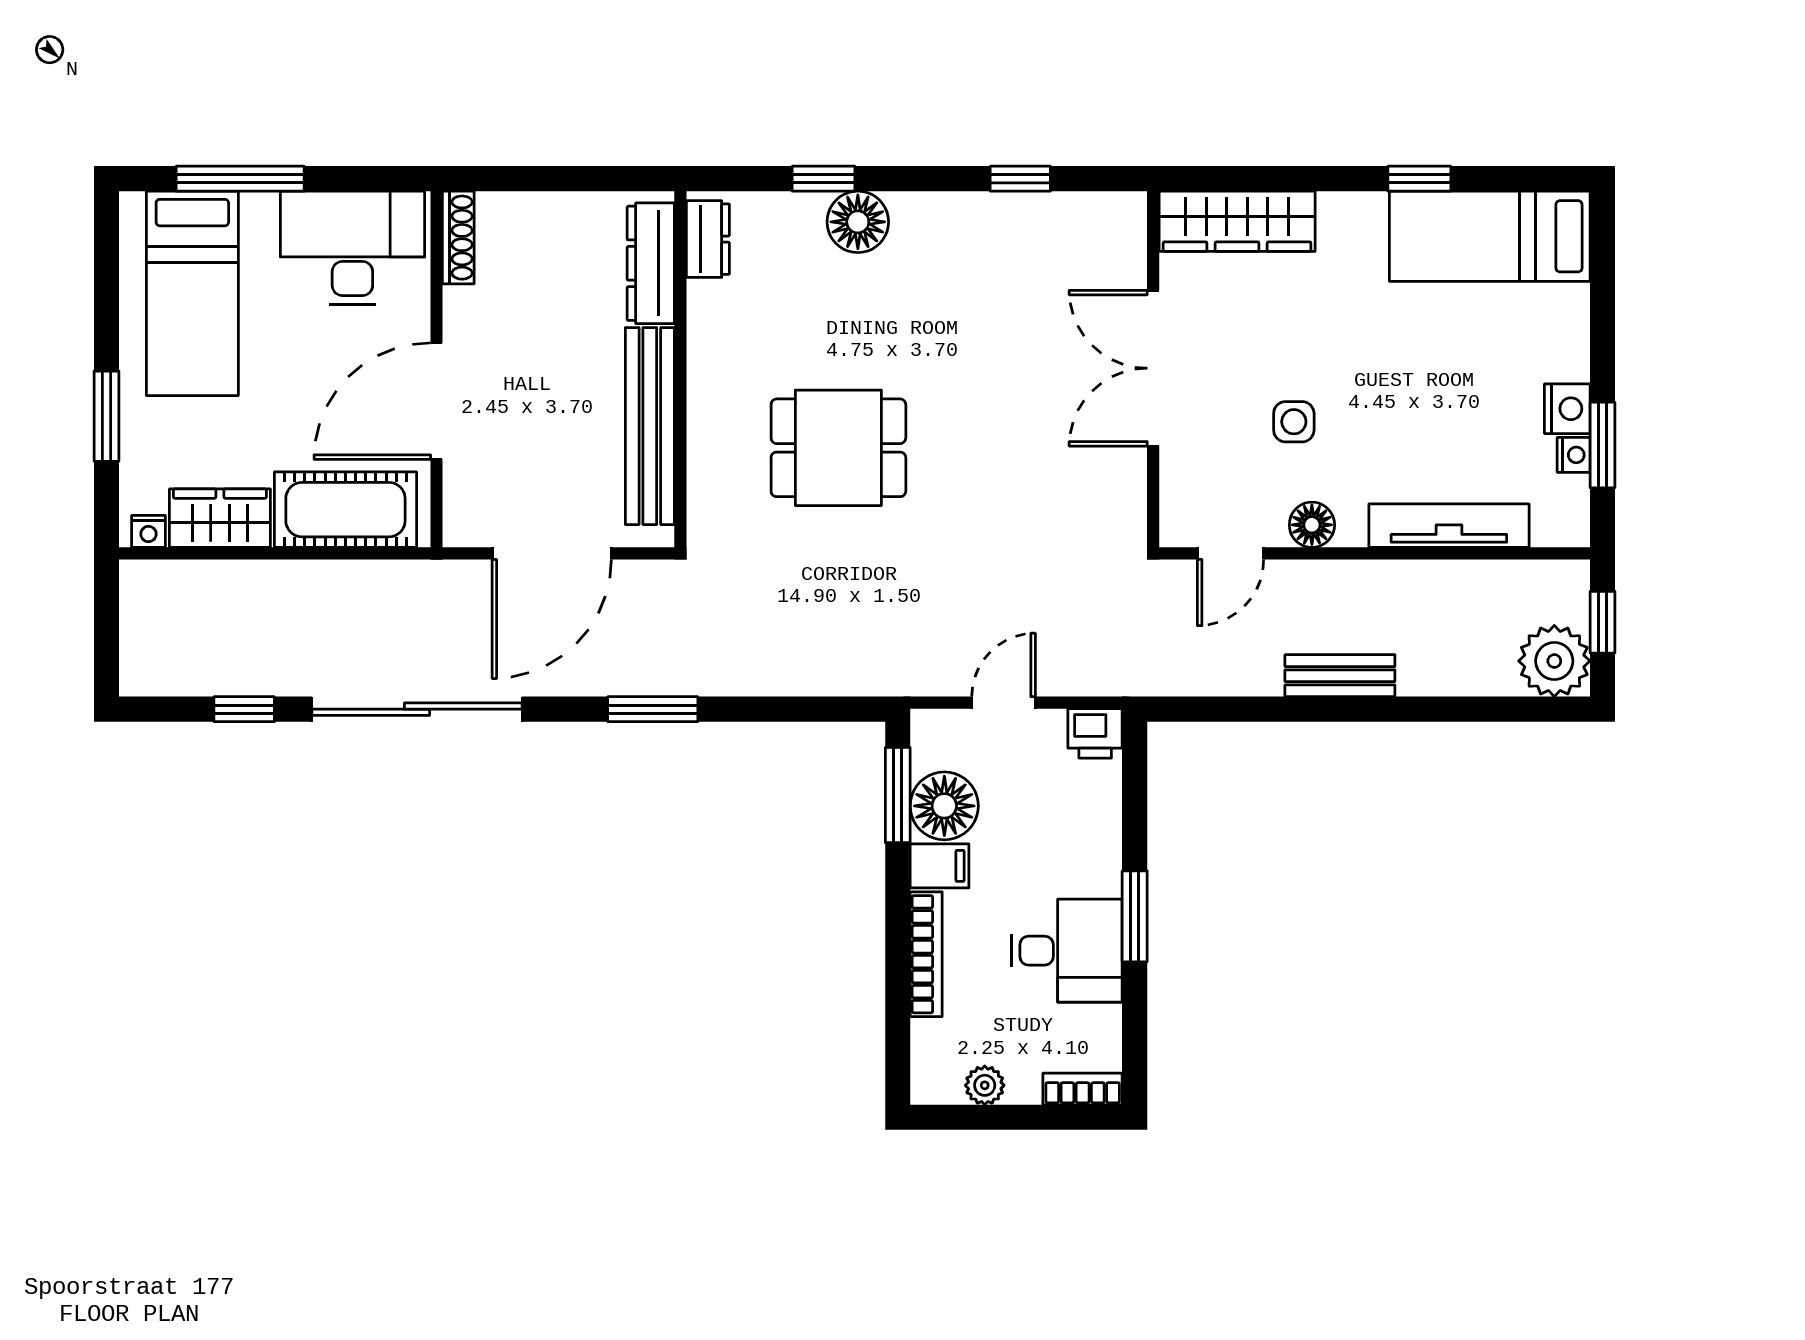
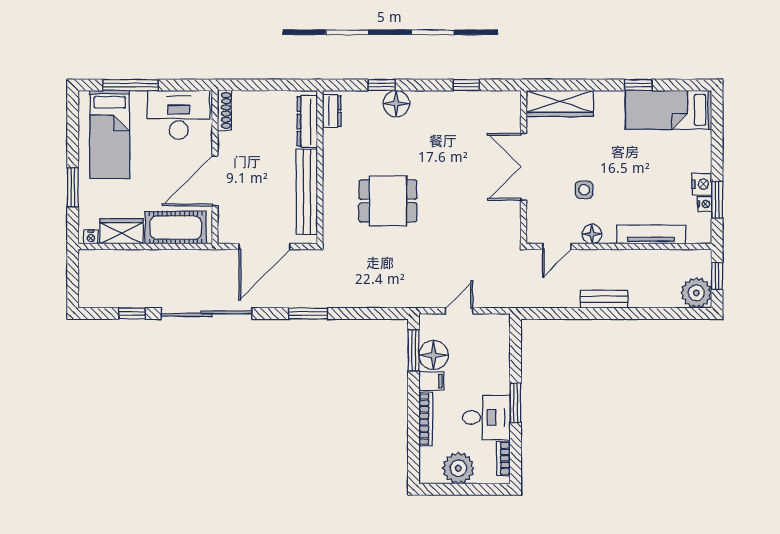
printer: (1095, 733) -> (499, 324), removed
plant: (985, 1085) -> (458, 468), width x1.87, depth x1.87
bookcase: (1083, 1089) -> (503, 459), moved, turned -90

